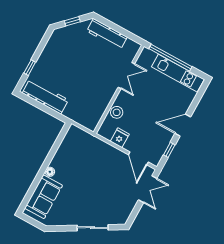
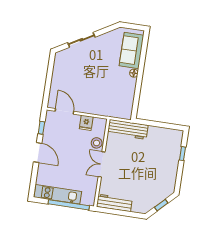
workbench: (107, 34) -> (114, 203), moved
double door: (126, 76) -> (102, 164), moved
workbench: (45, 96) -> (128, 129), moved
door: (183, 125) -> (38, 153), hinge flipped
double door: (148, 189) -> (47, 89), removed

